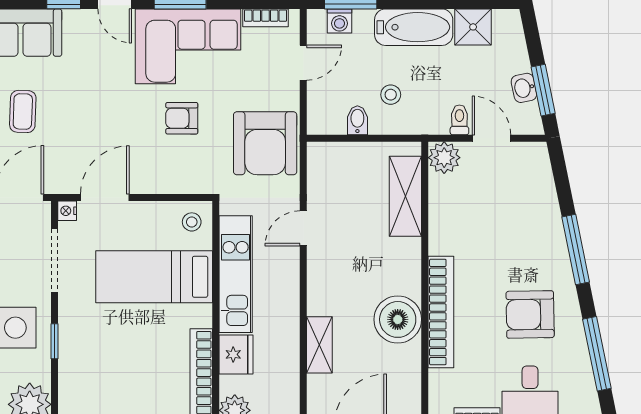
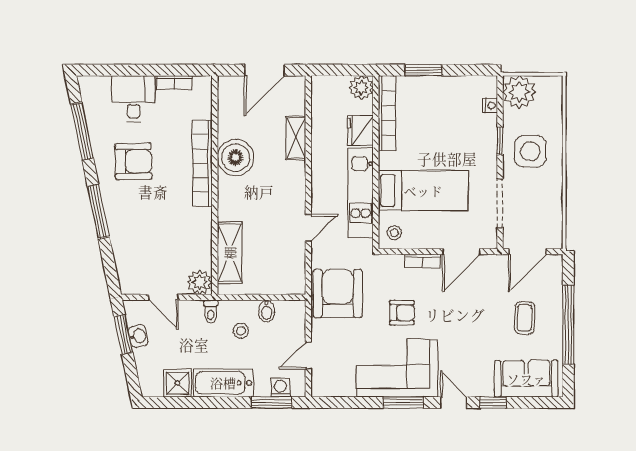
bookcase: (265, 18) -> (423, 261), moved, turned 180
toilet: (459, 120) -> (211, 311), moved
nightstand: (67, 211) -> (490, 105), moved

